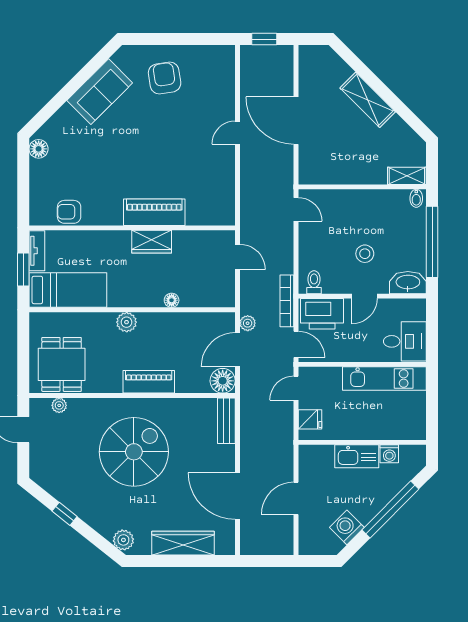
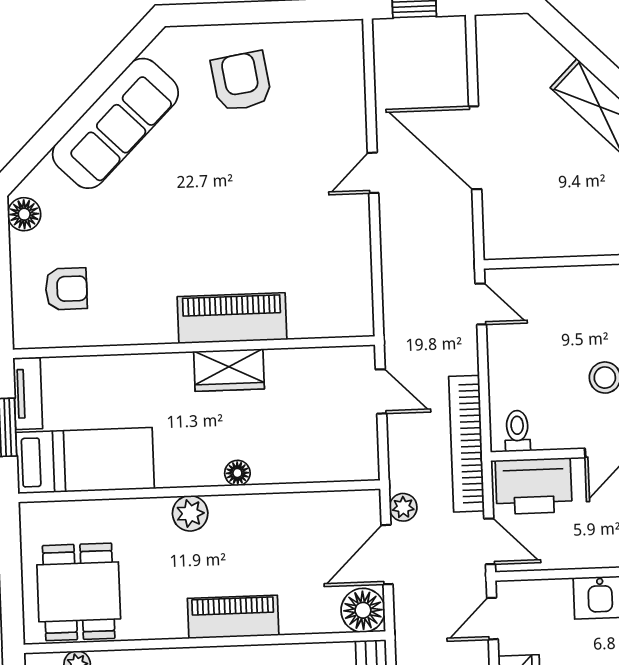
sofa: (100, 92) -> (115, 123), width x1.36
armchair: (69, 212) -> (66, 289), moved, turned 180
floor lamp: (172, 300) -> (237, 473), moved
bookcase: (287, 301) -> (466, 444), width x1.48, depth x1.31

